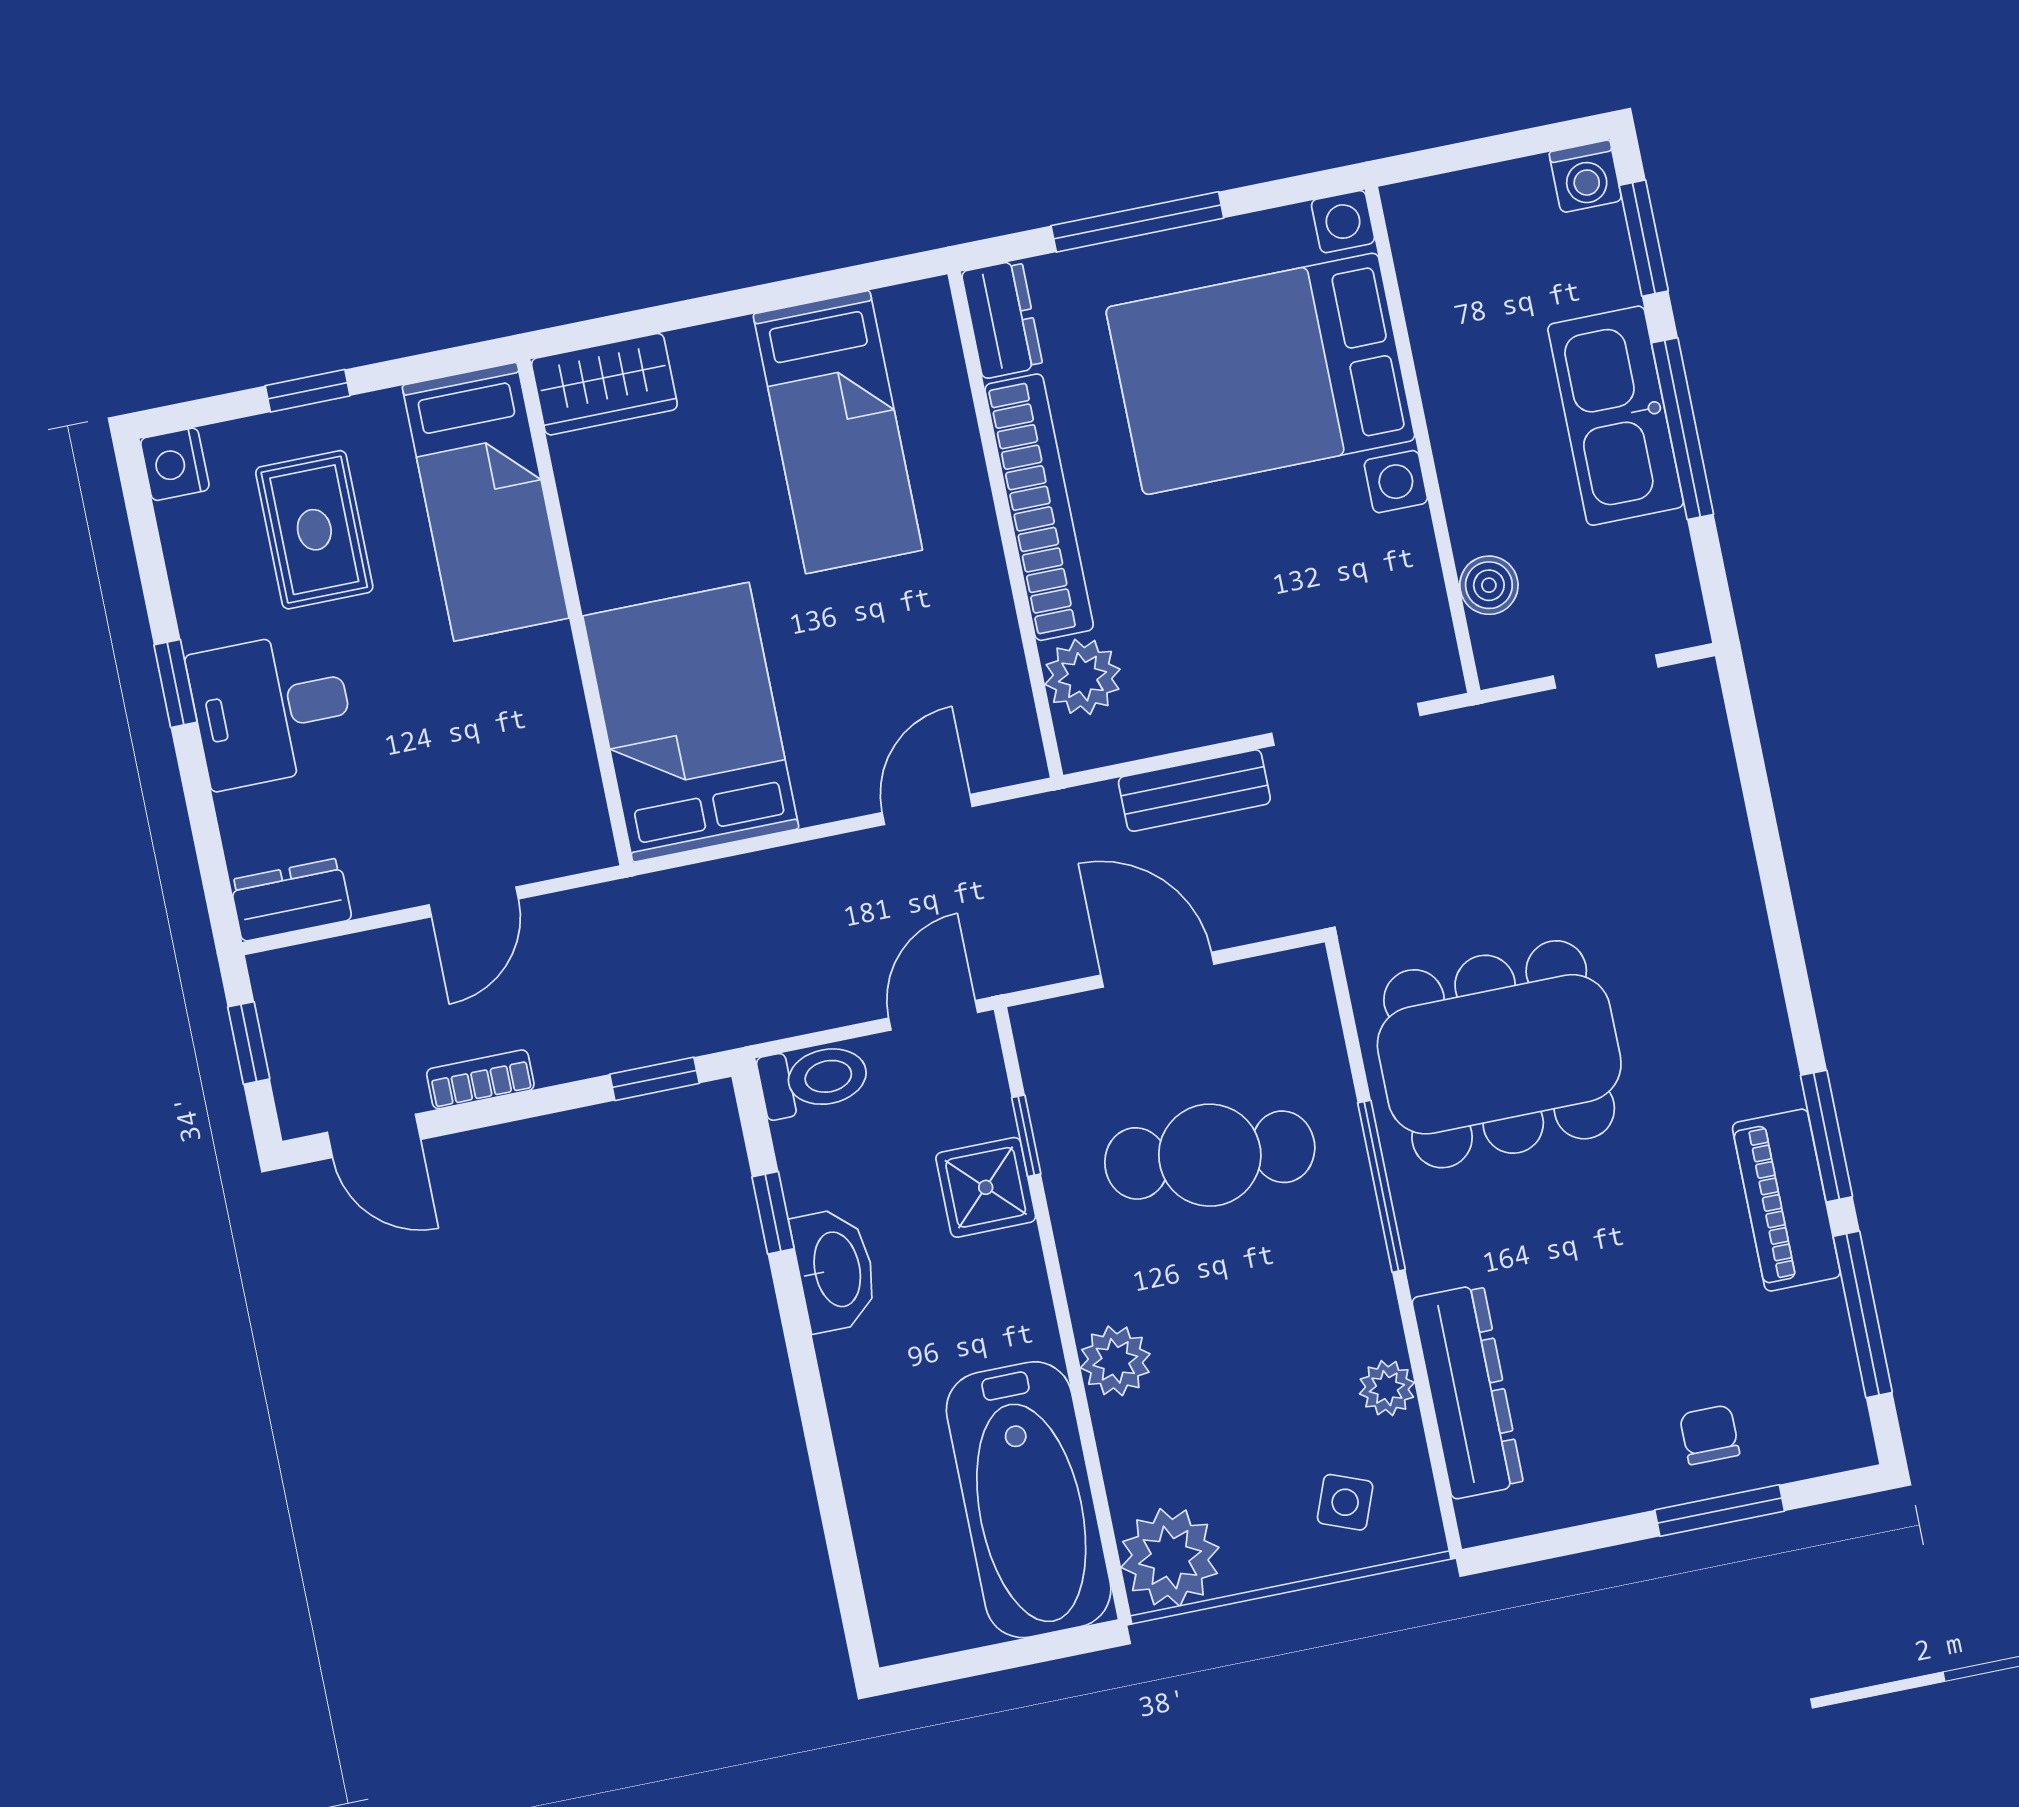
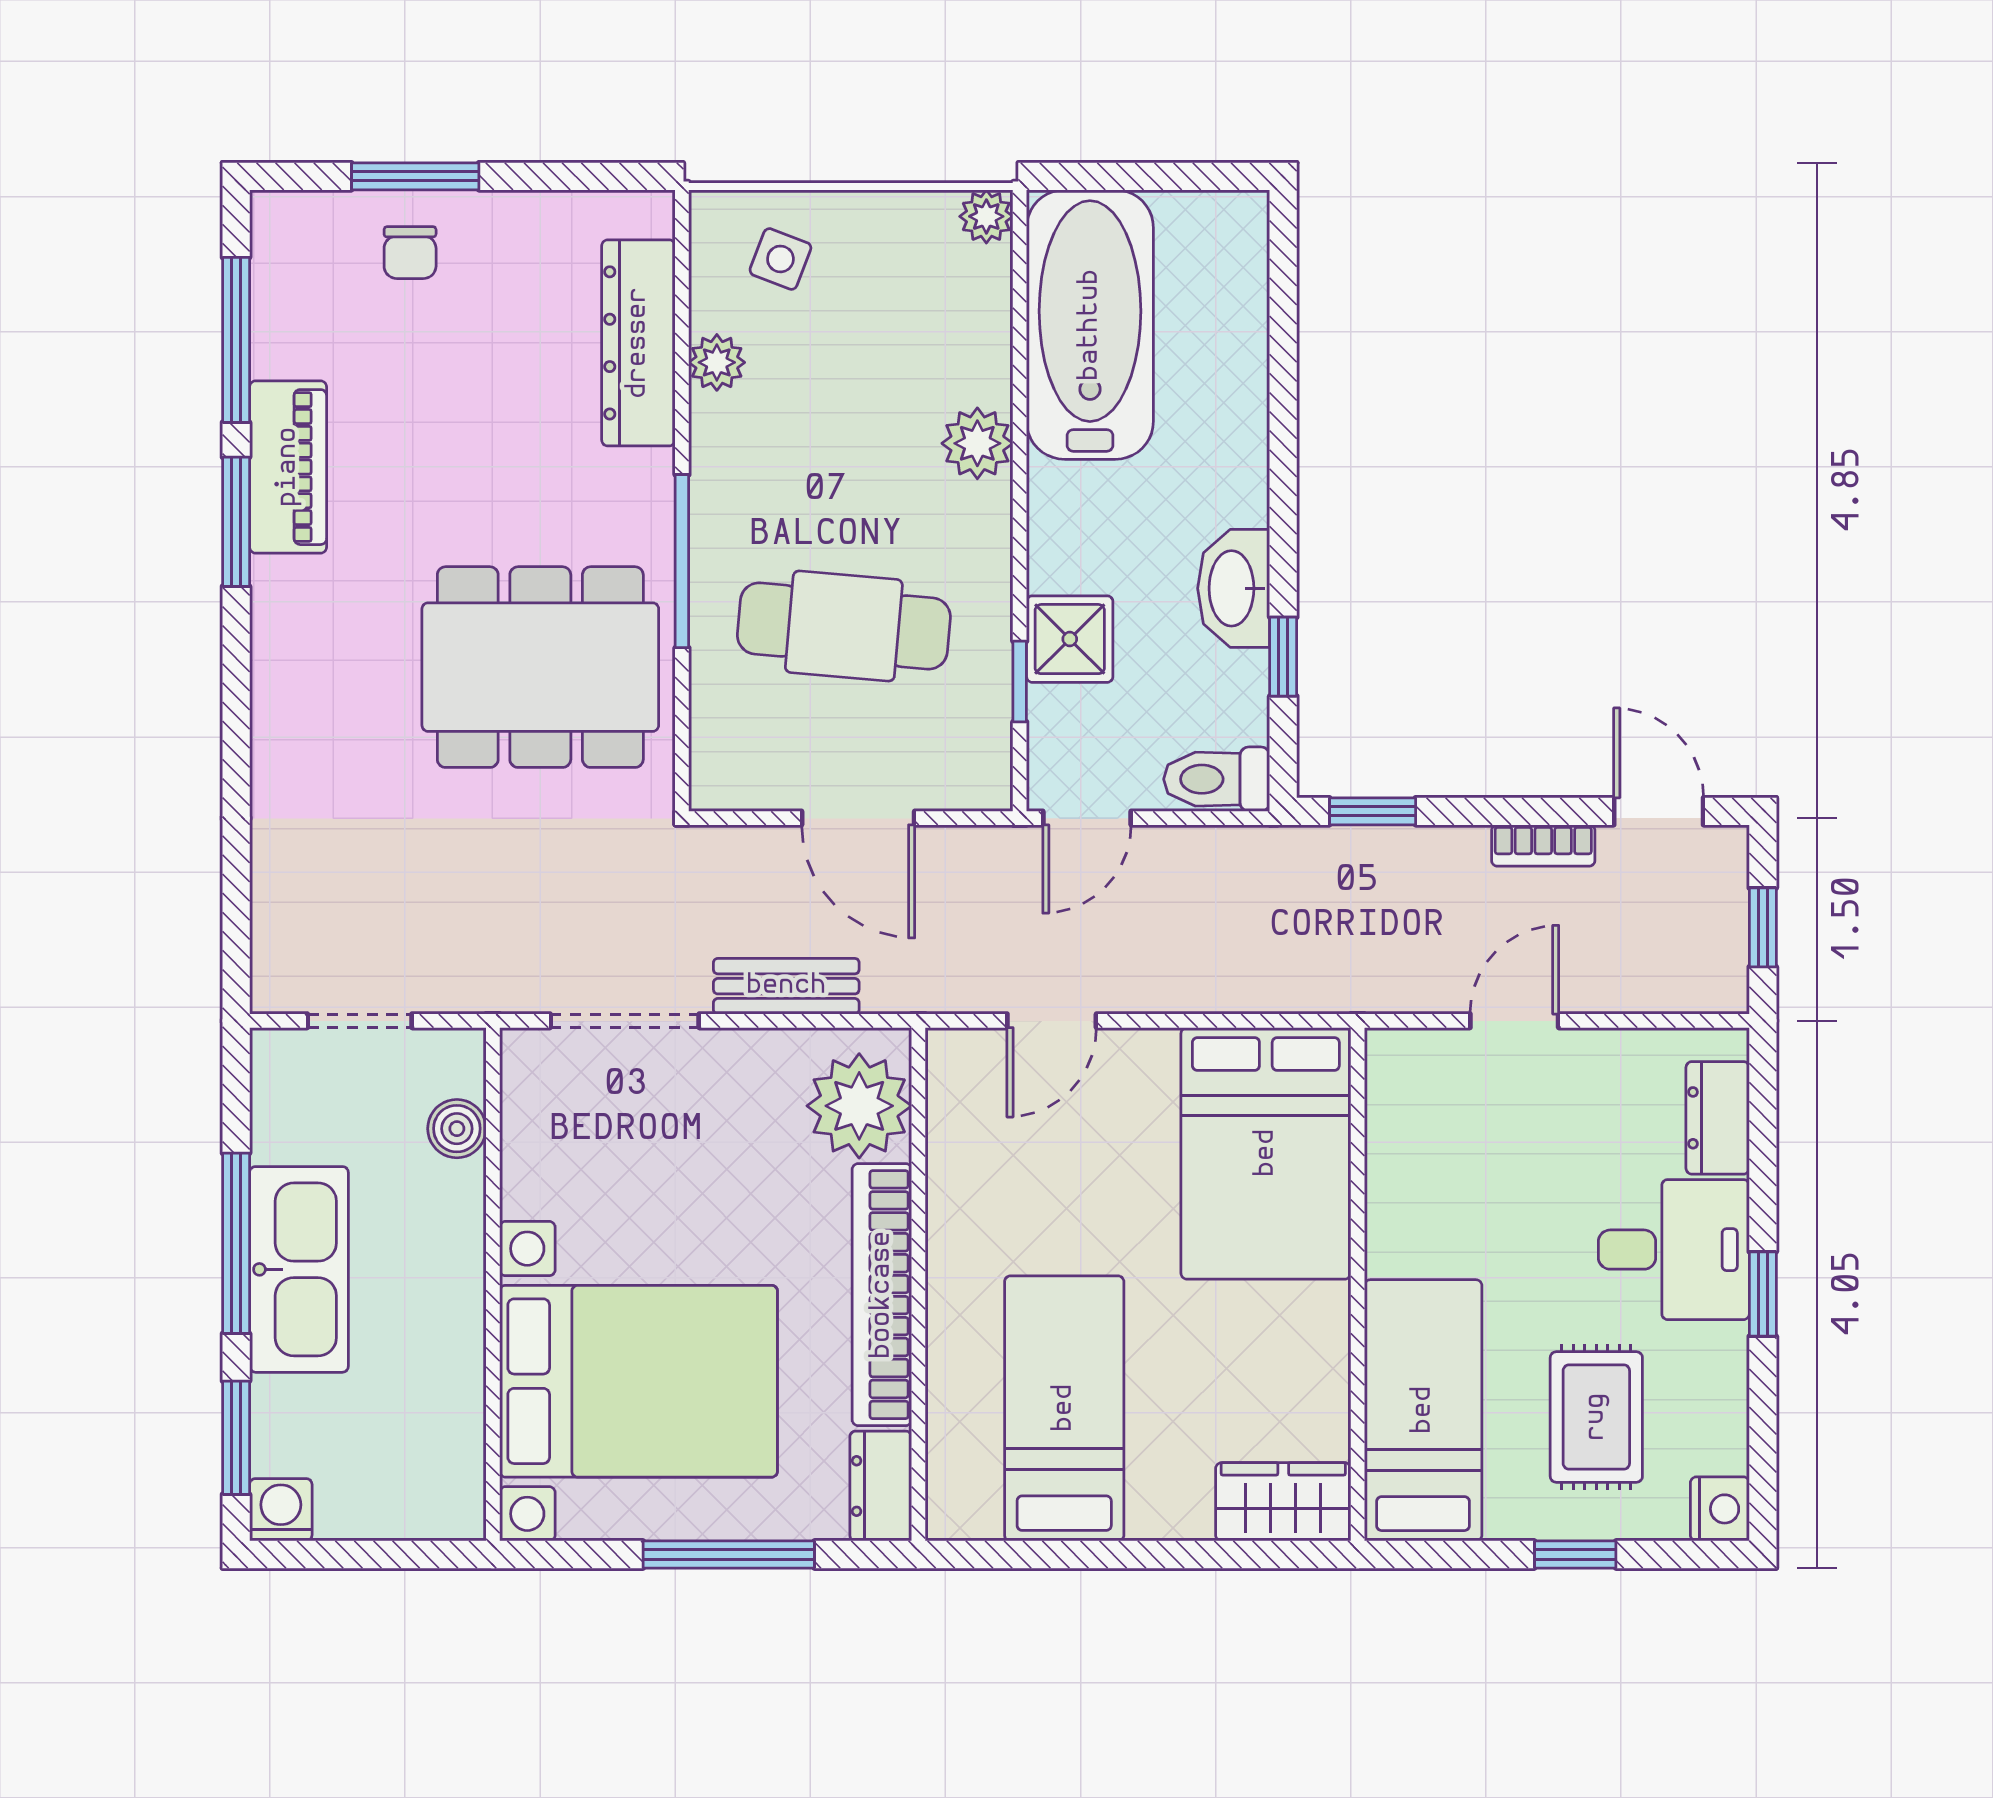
plant: (1082, 677) -> (859, 1106), width x1.36, depth x1.36
dresser: (291, 900) -> (1718, 1118), moved, turned 90
plant: (1170, 1557) -> (986, 216), width x0.53, depth x0.53

